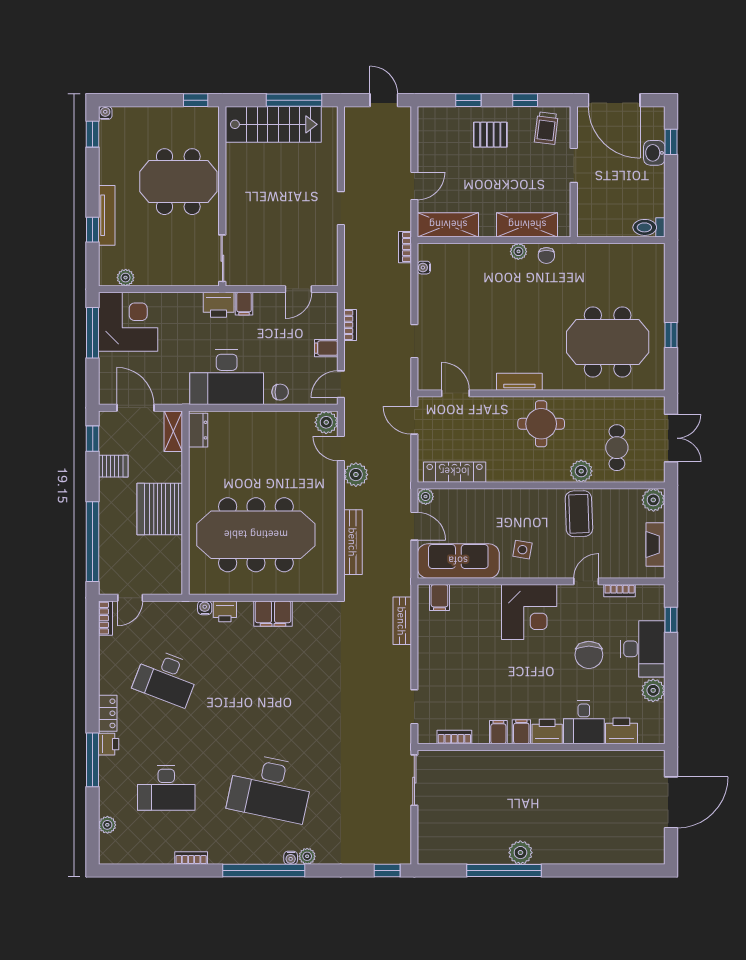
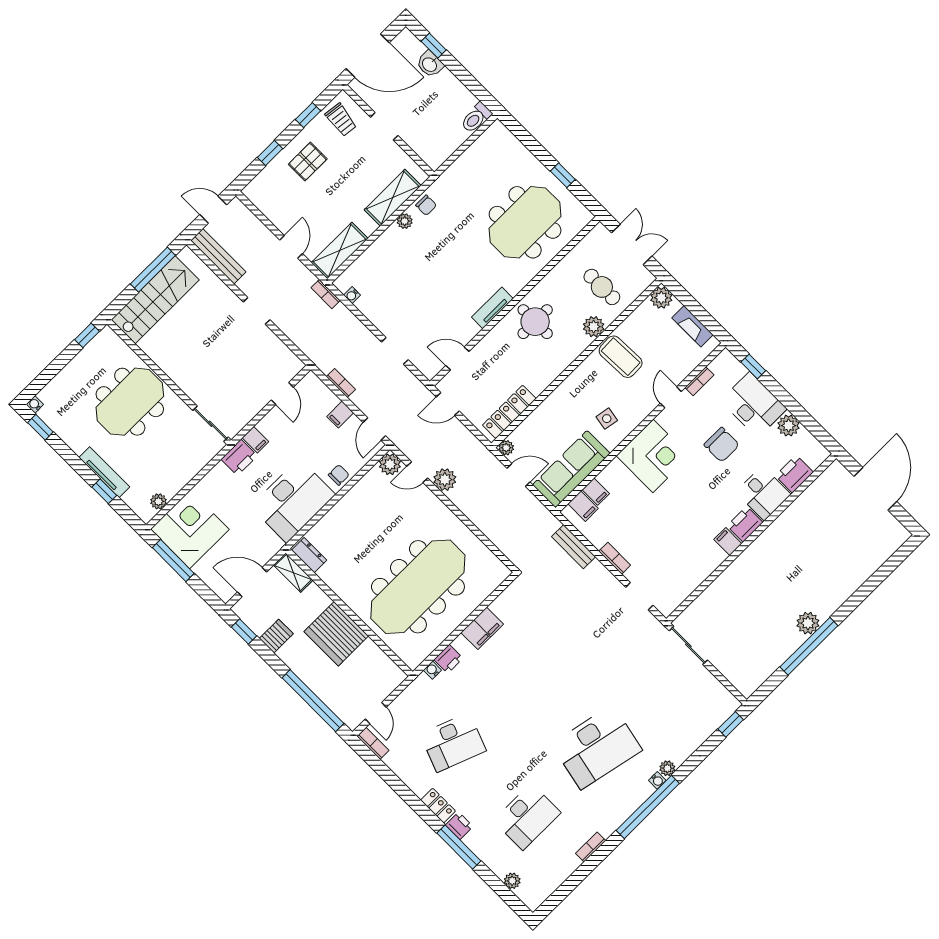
bench: (353, 542) -> (218, 256), moved
filing cabinet: (498, 732) -> (596, 492), moved, turned 180
bookcase: (454, 737) -> (615, 558), moved, turned 90

